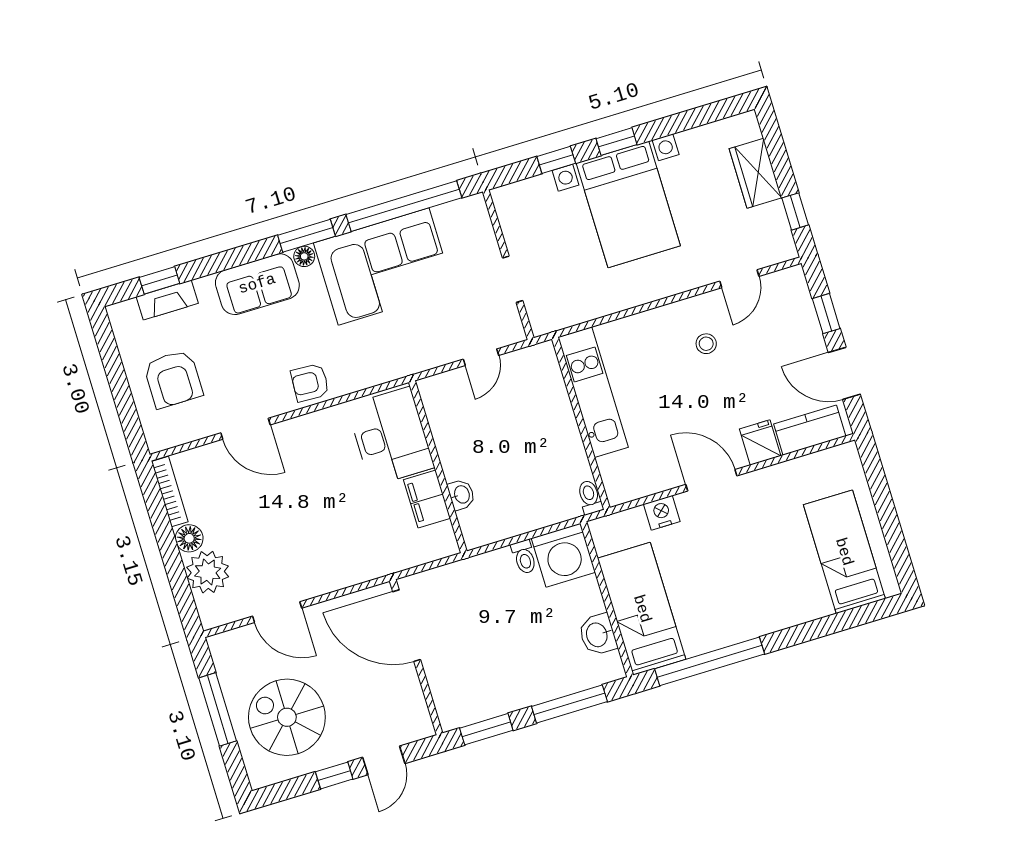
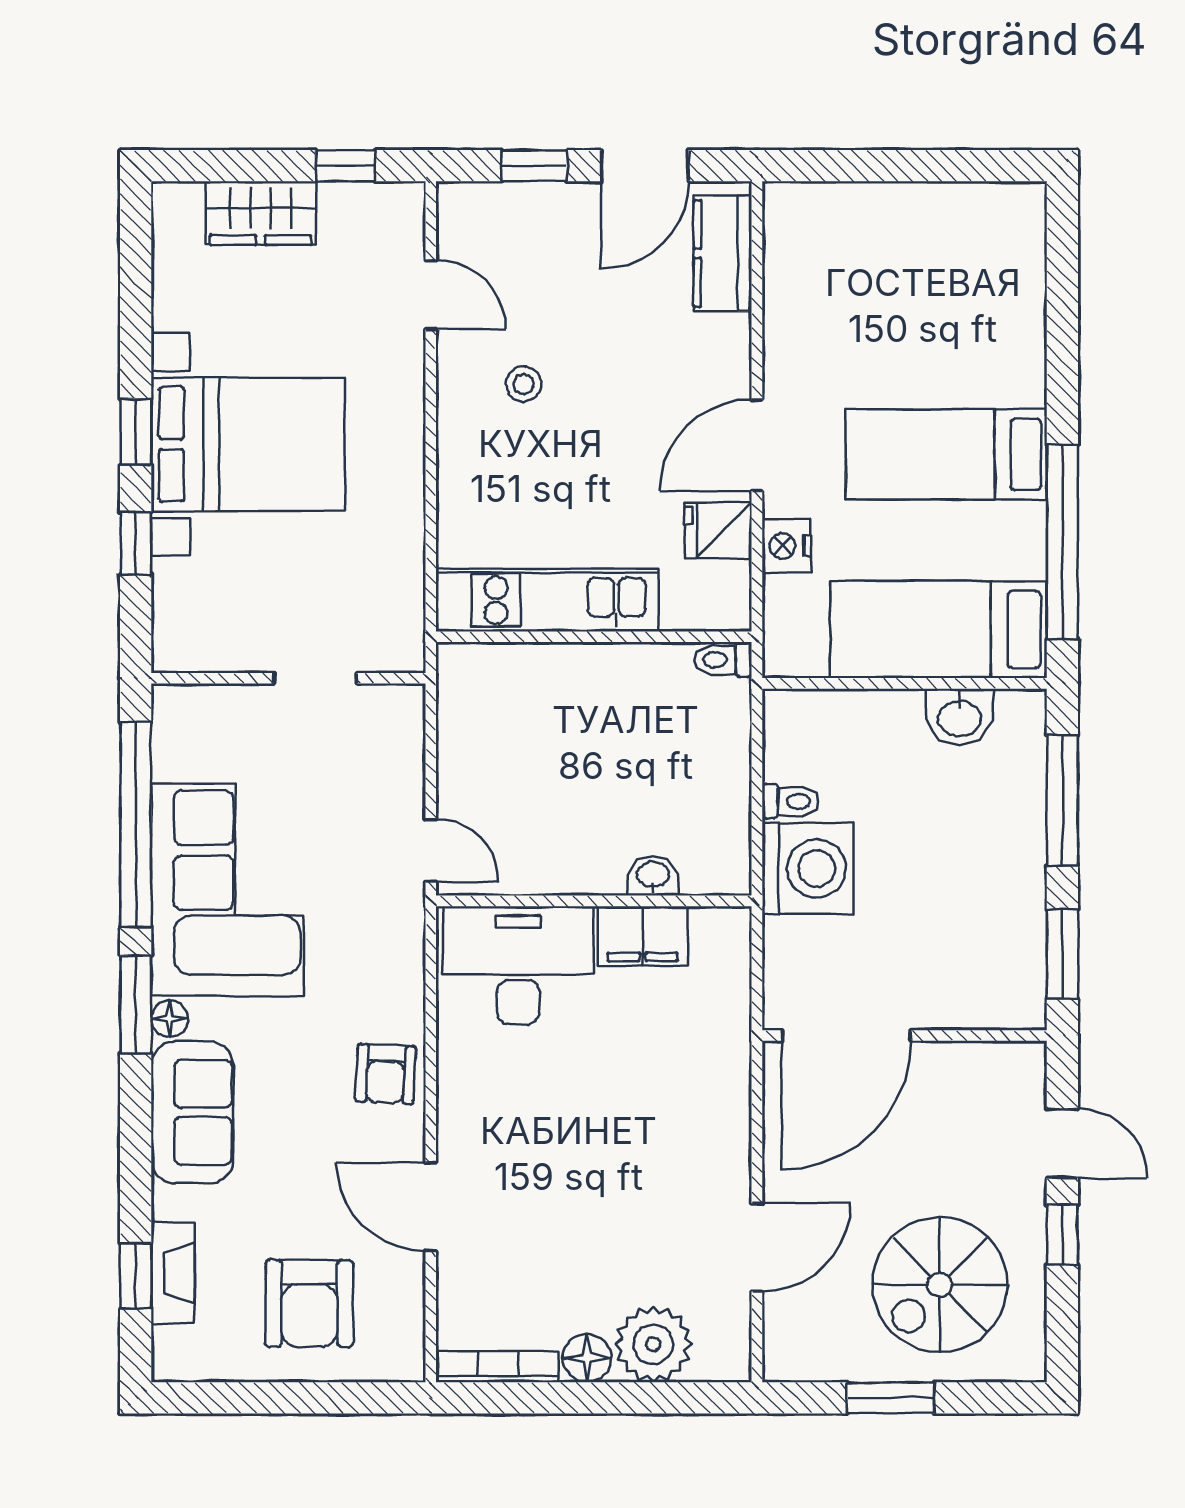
door: (481, 357) -> (431, 850), moved
armchair: (173, 379) -> (309, 1303), turned 90
door: (245, 429) -> (431, 1207), swing flipped
fridge: (760, 442) -> (718, 530), moved
bed: (844, 552) -> (946, 454), moved
washing machine: (563, 555) -> (808, 869), moved
window: (218, 709) -> (891, 1398), width x0.69

